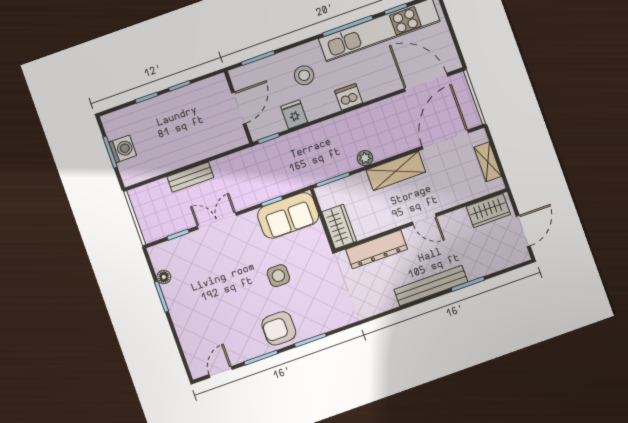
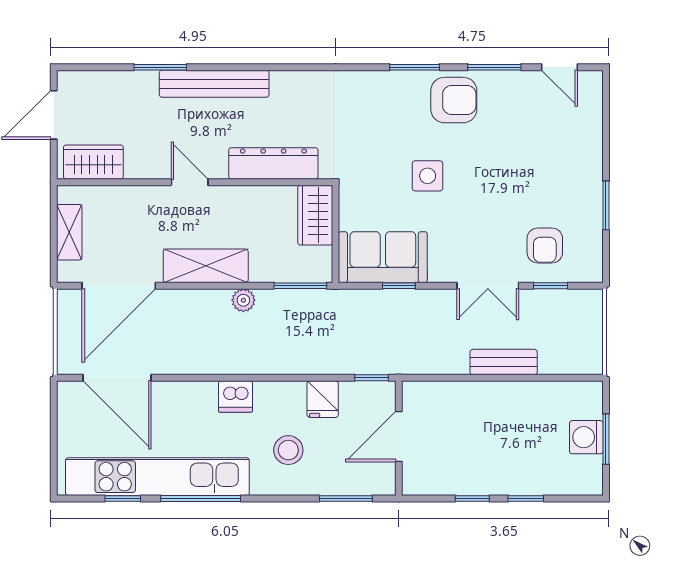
armchair: (190, 258) -> (545, 245), added
floor lamp: (164, 277) -> (593, 232), removed
door: (221, 372) -> (560, 67), hinge flipped

